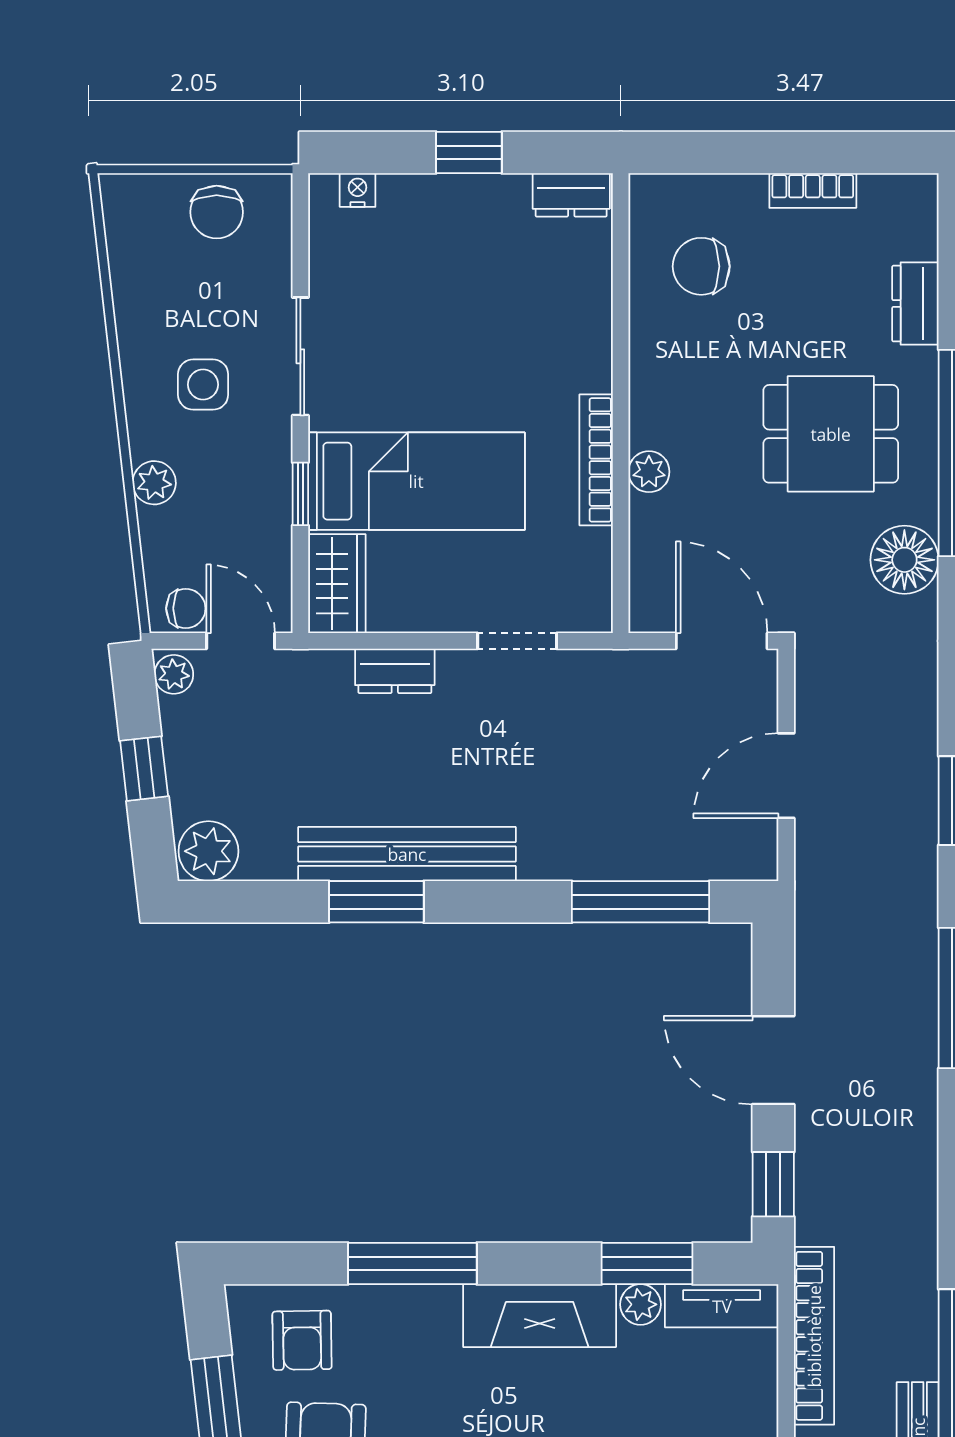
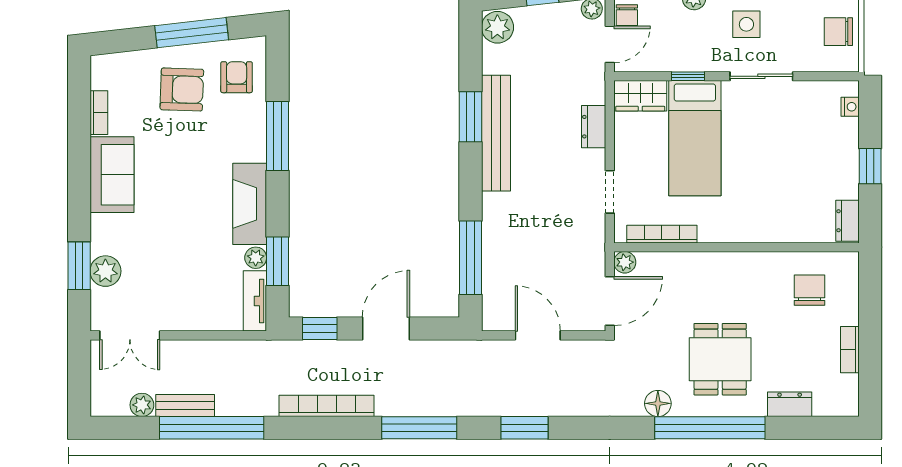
bookcase: (596, 460) -> (662, 234), moved
plant: (649, 472) -> (625, 262), moved
floor lamp: (904, 560) -> (658, 403), width x0.73, depth x0.73
bookcase: (814, 1336) -> (327, 406), moved, turned 180
armchair: (302, 1340) -> (237, 77), turned 91

